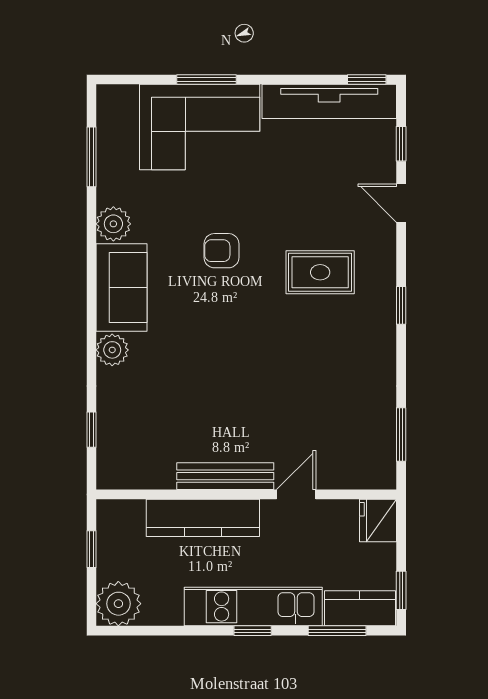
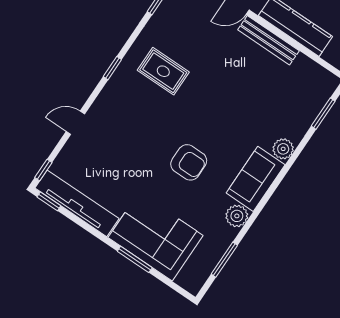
window: (401, 144) -> (43, 170), moved
door: (401, 203) -> (75, 123), swing flipped
armchair: (221, 251) -> (189, 162), width x1.38, depth x1.38
rug: (320, 272) -> (163, 71), moved
window: (92, 430) -> (323, 114), width x1.50

